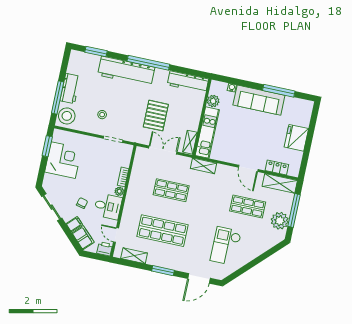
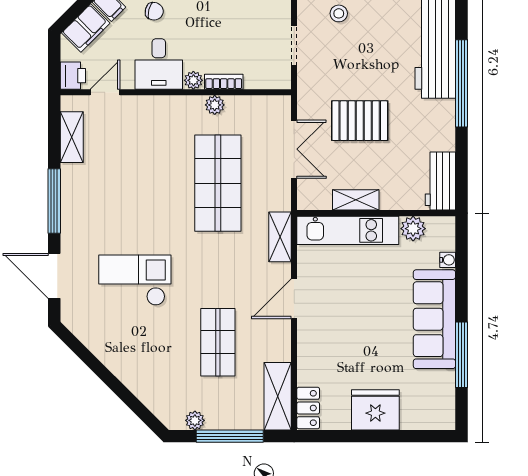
workbench: (188, 82) -> (440, 181), width x0.73
shelving: (190, 142) -> (356, 200), moved
locker: (277, 167) -> (308, 408), moved
door: (248, 168) -> (294, 299), moved
plant: (133, 184) -> (215, 105), added
shop shelf: (171, 190) -> (218, 183), width x1.43, depth x1.36
plant: (280, 221) -> (195, 420), width x0.53, depth x0.53
shop shelf: (163, 231) -> (134, 183), removed
checkout: (226, 246) -> (135, 280), moved
window: (163, 271) -> (54, 201), width x1.44

